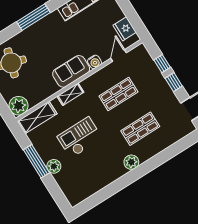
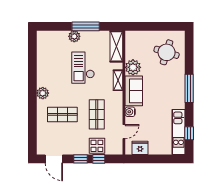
door: (119, 56) -> (124, 132), hinge flipped
display table: (150, 74) -> (97, 146), added
plant: (18, 106) -> (133, 67), moved
shop shelf: (140, 129) -> (62, 114), turned 90
checkout: (80, 138) -> (83, 68), turned 180

